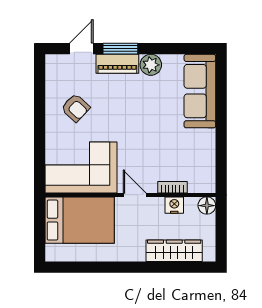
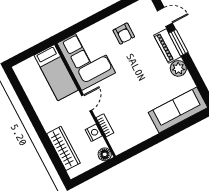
armchair: (76, 108) -> (124, 34), turned -43
bed: (80, 220) -> (56, 73), width x0.67

